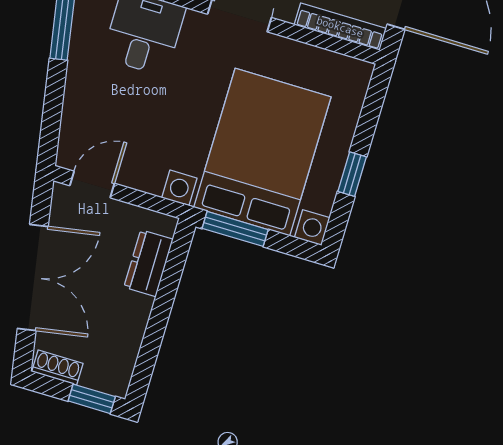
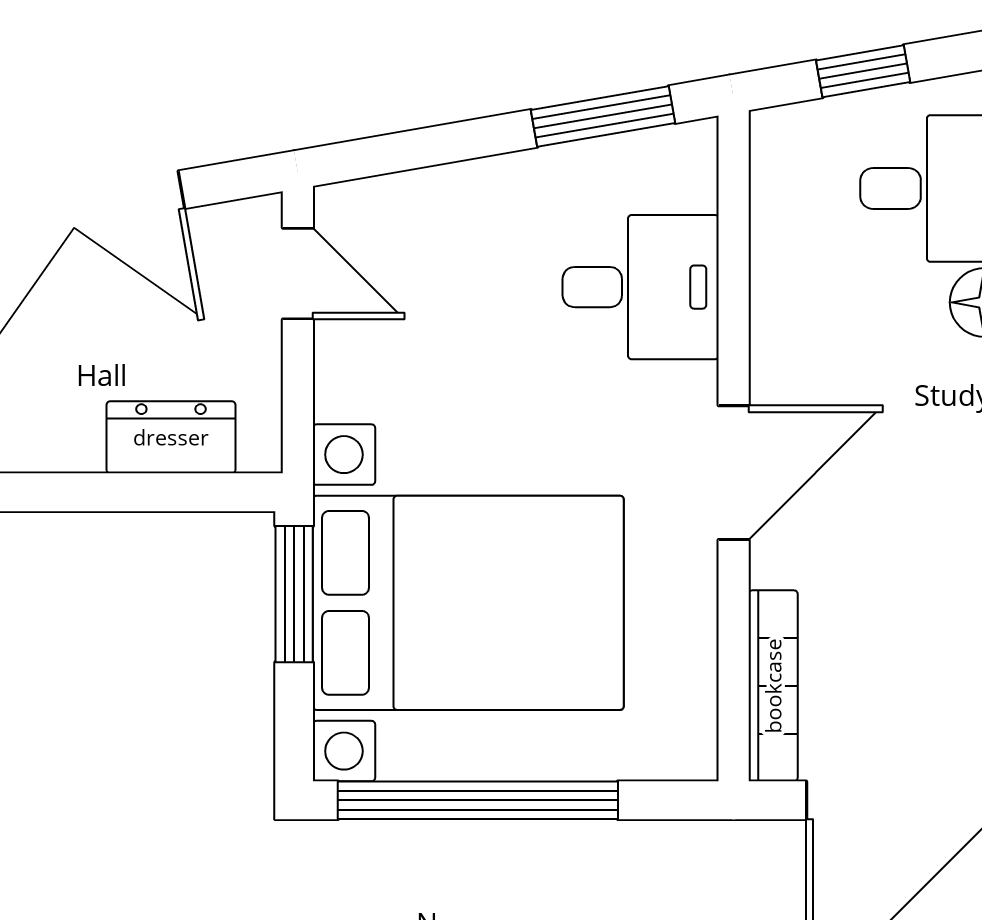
window: (352, 174) -> (478, 800), width x3.17

